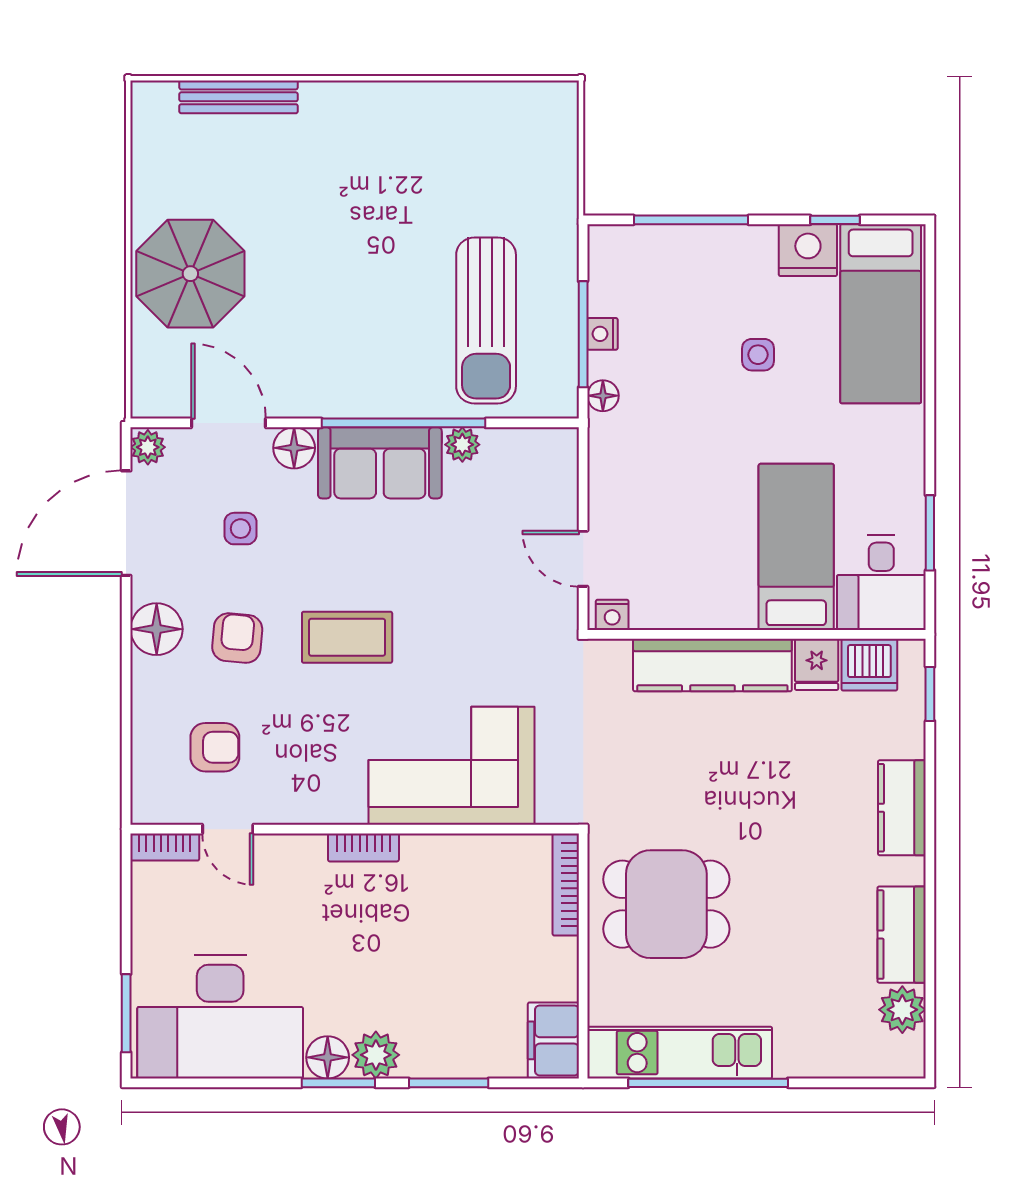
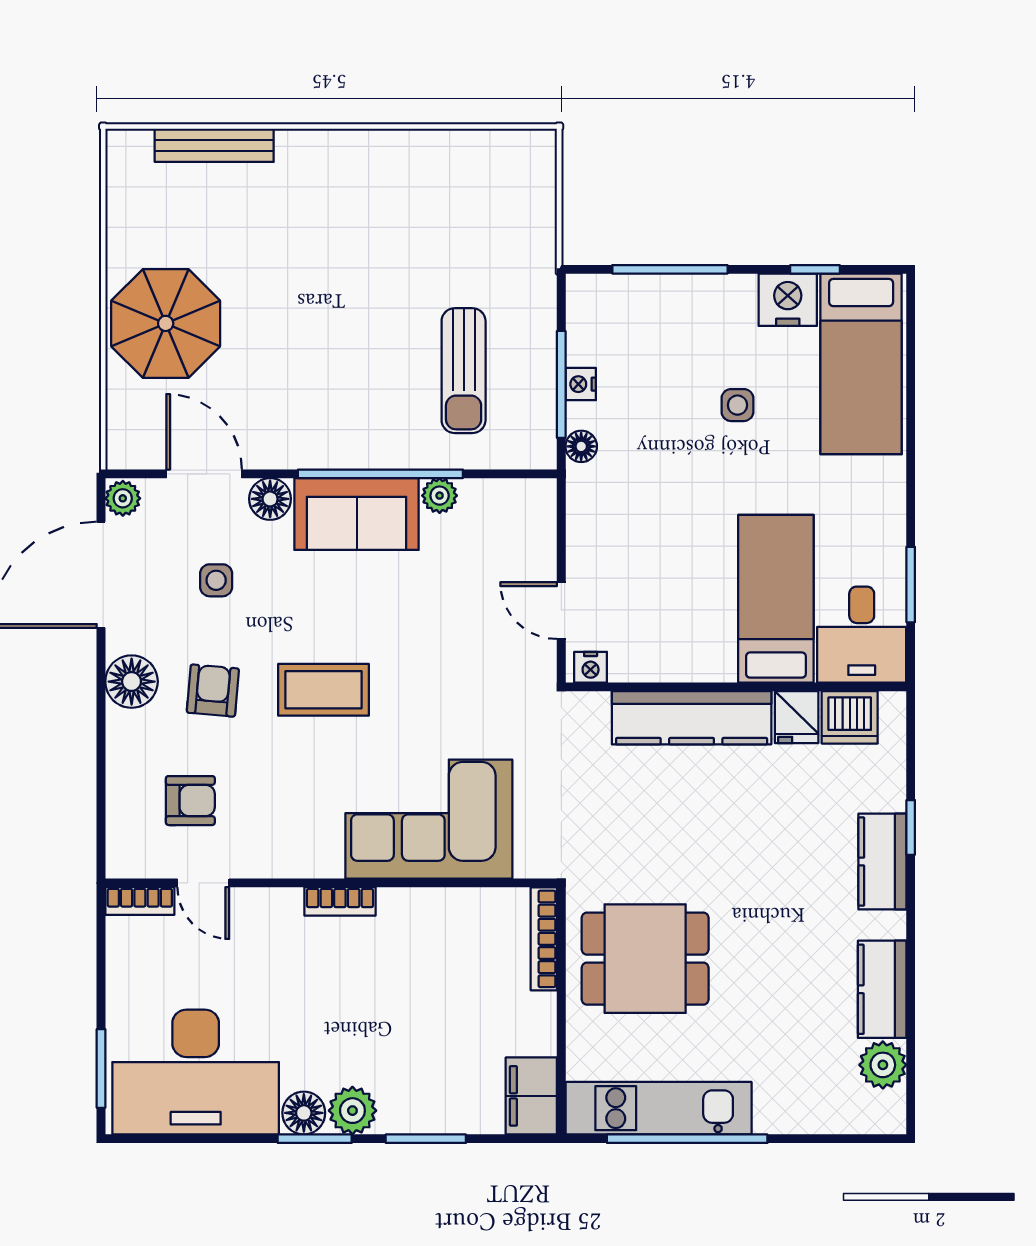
sun lounger: (486, 320) -> (464, 371), width x0.73, depth x0.75
window: (930, 694) -> (911, 827), moved

